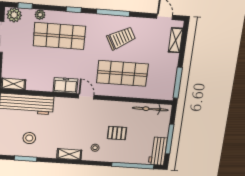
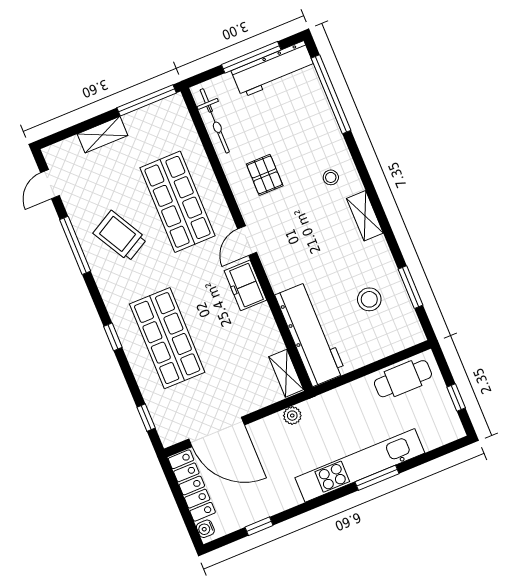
window: (113, 13) -> (75, 245), moved
plant: (14, 15) -> (170, 428), removed
plant: (40, 15) -> (148, 387), removed
shelving: (176, 40) -> (103, 135), moved
pallet: (117, 133) -> (265, 175), moved
workbench: (158, 151) -> (273, 69), width x1.38

